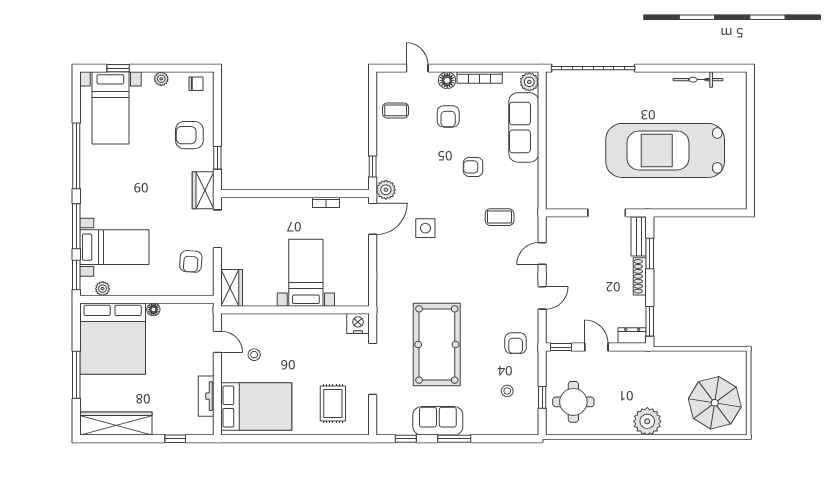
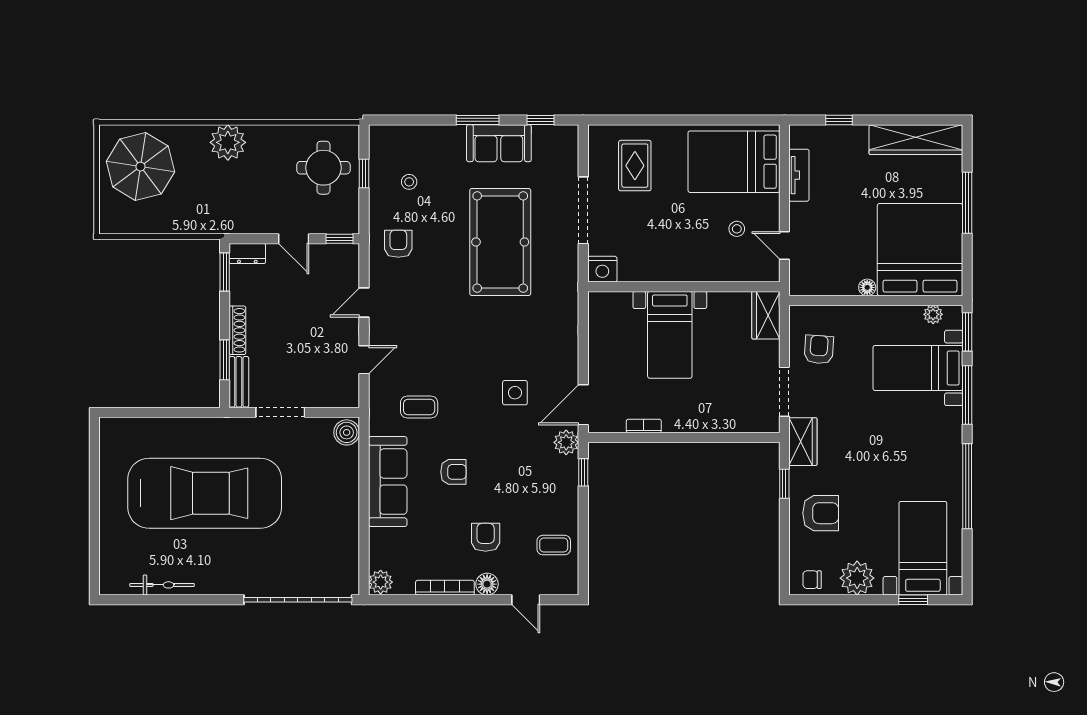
plant: (161, 79) -> (857, 578), width x1.87, depth x1.87
sofa: (524, 127) -> (388, 482), moved
boiler: (555, 197) -> (347, 432), added

